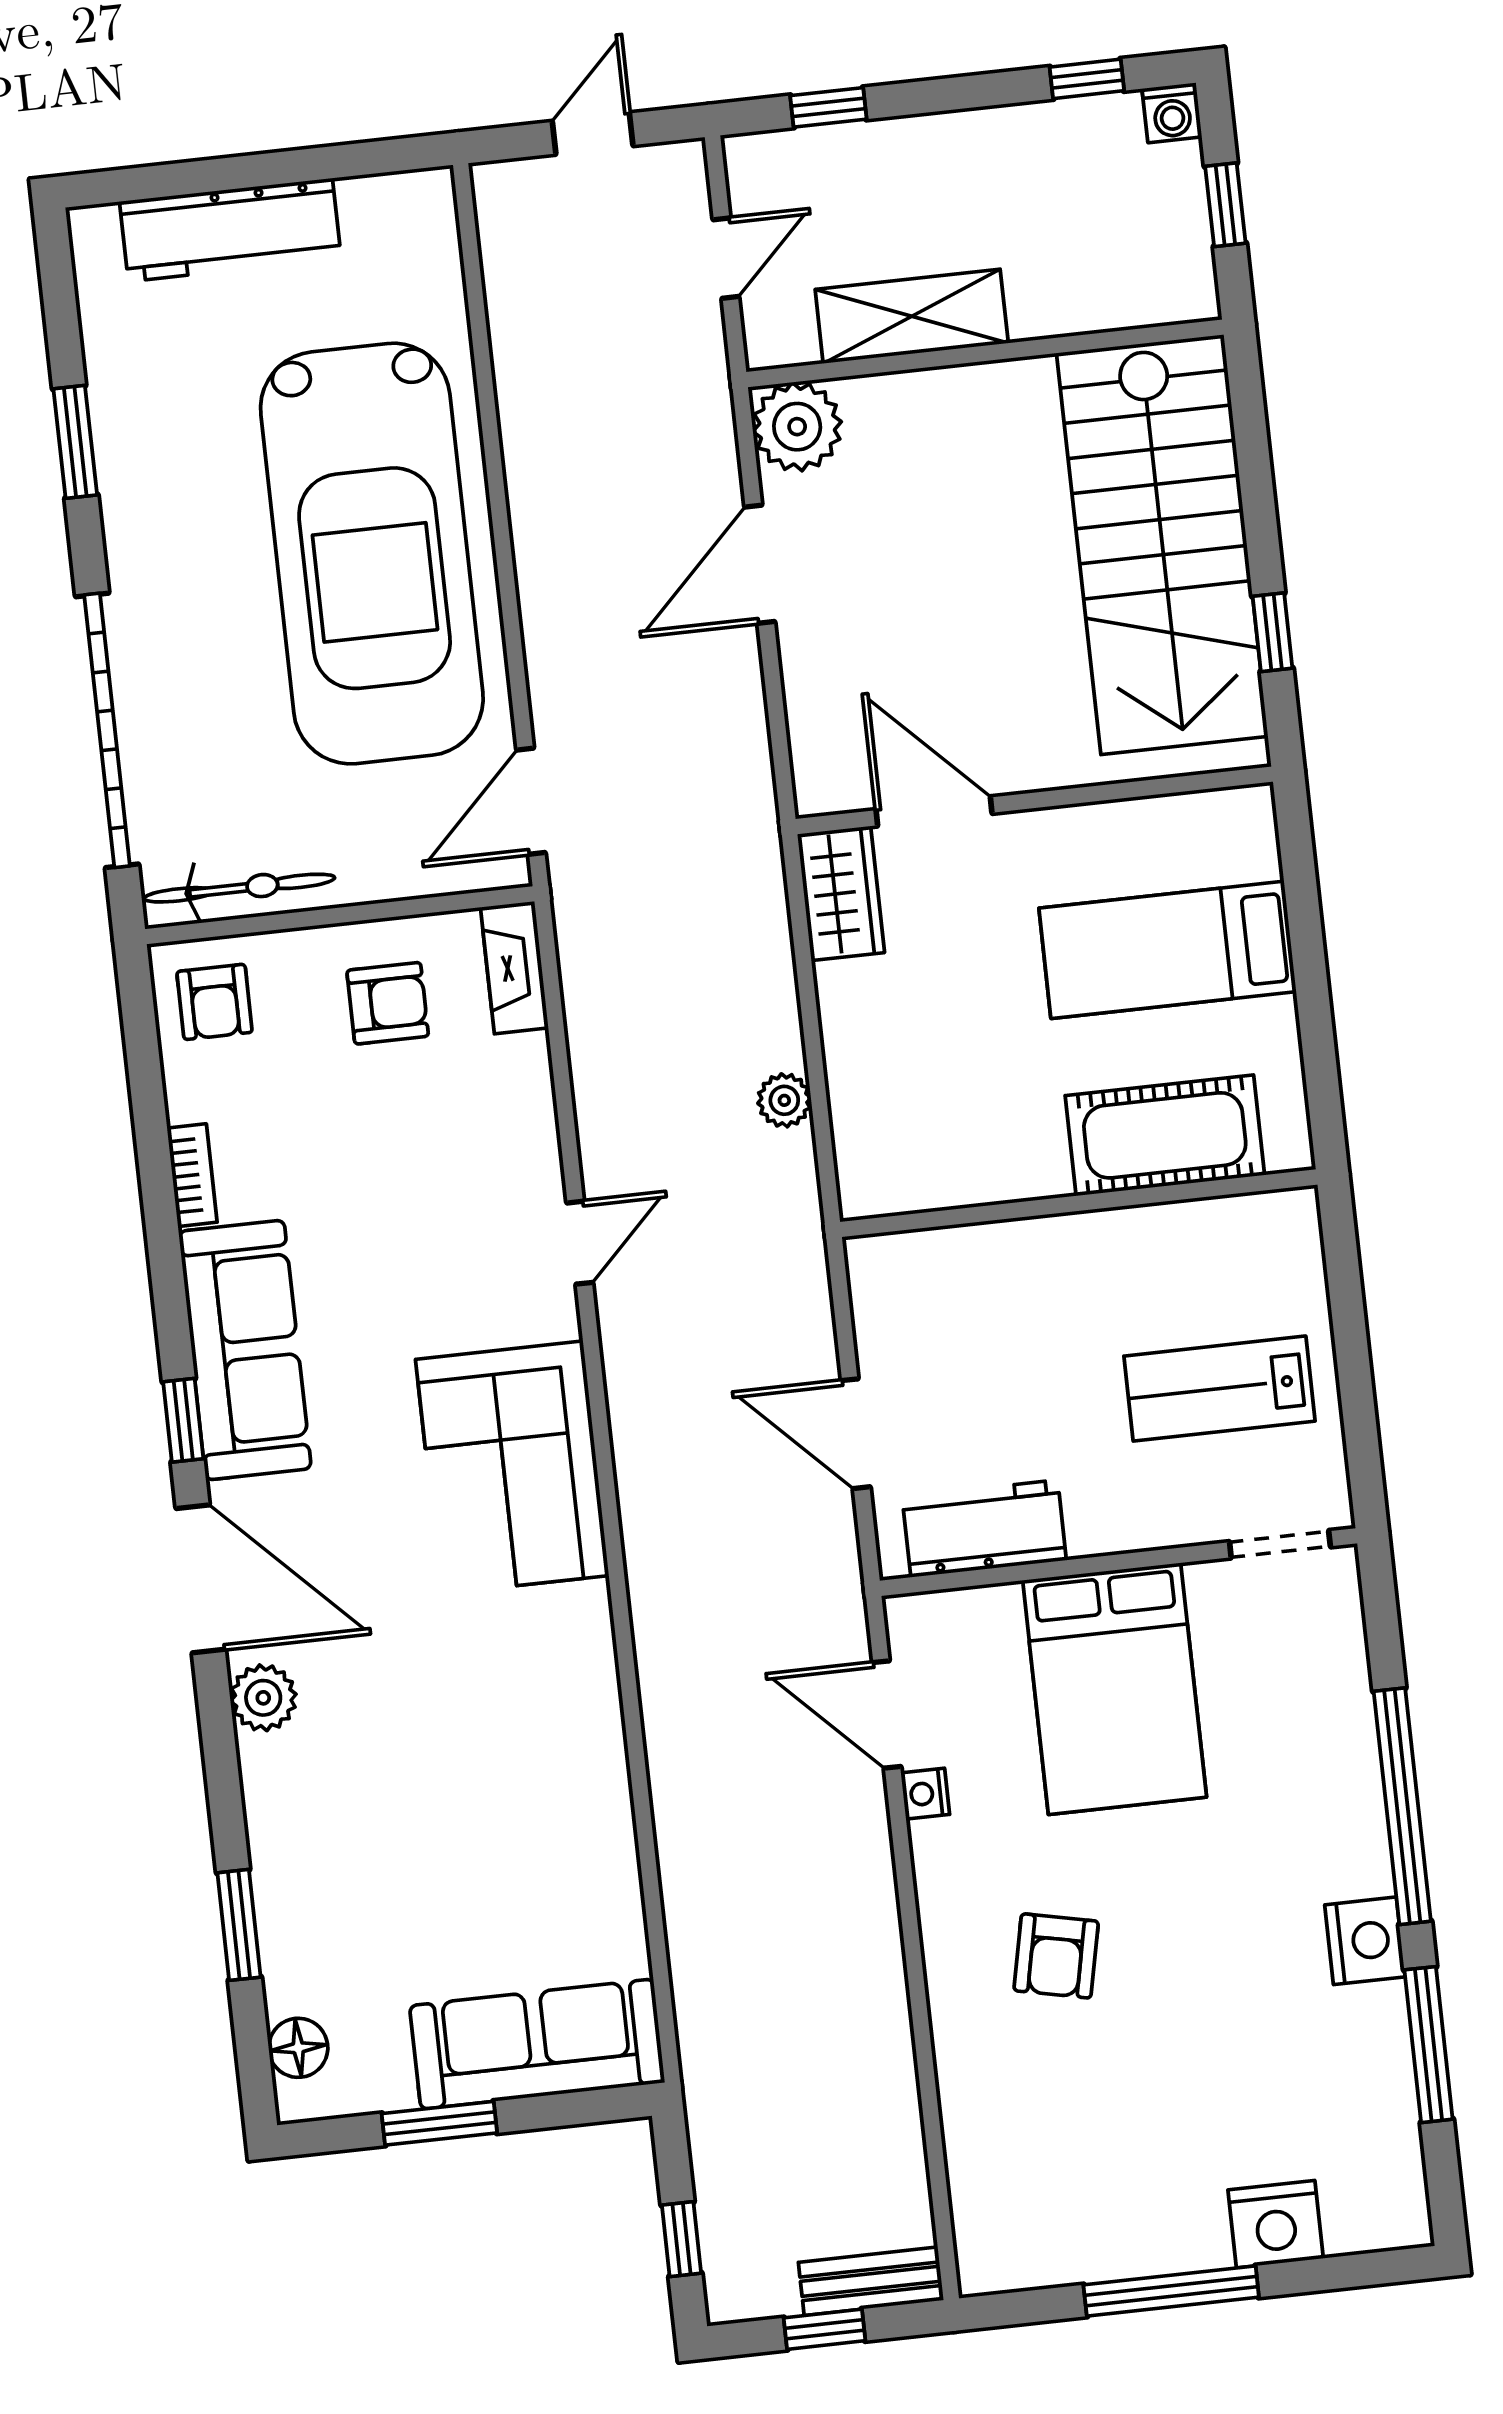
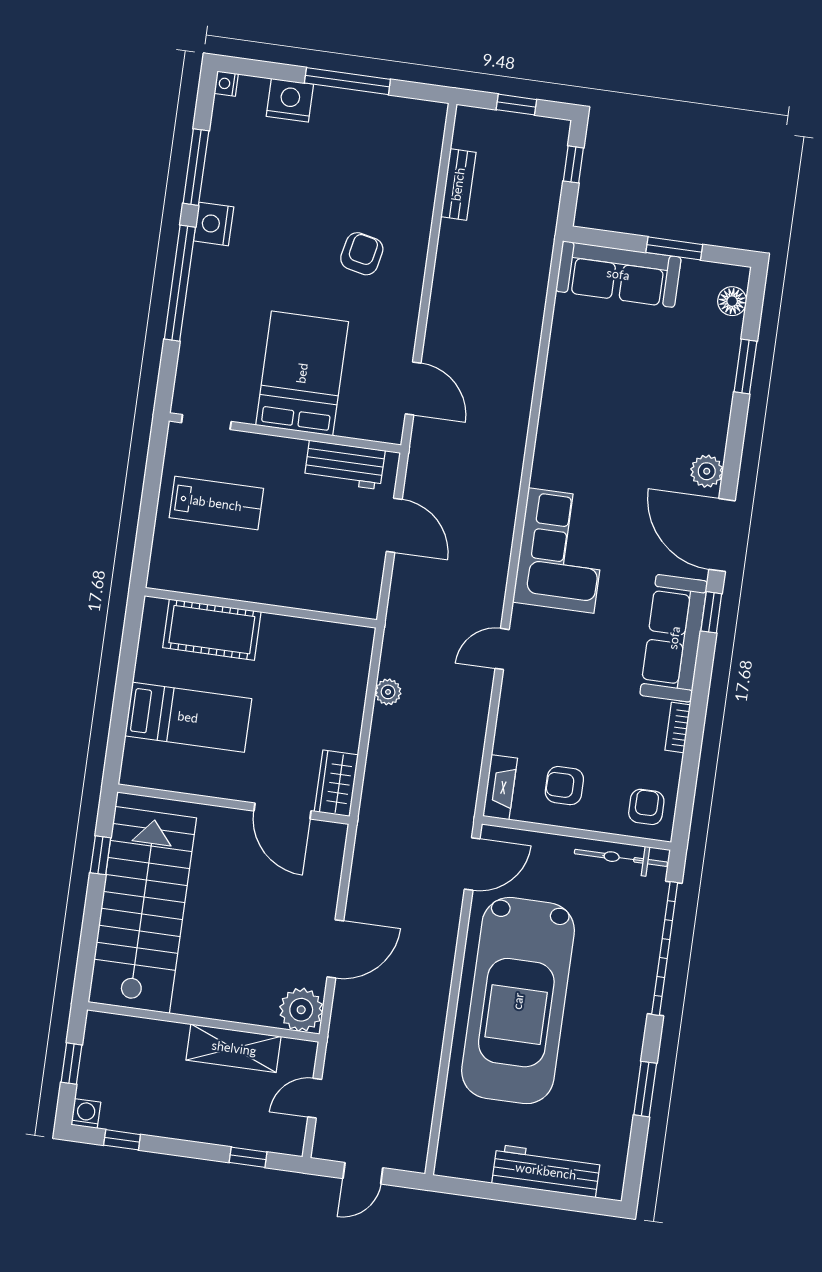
car: (372, 554) -> (518, 1001), turned 180
nightstand: (925, 1794) -> (226, 84), moved, turned 180
bench: (871, 2281) -> (458, 184), moved, turned 90

